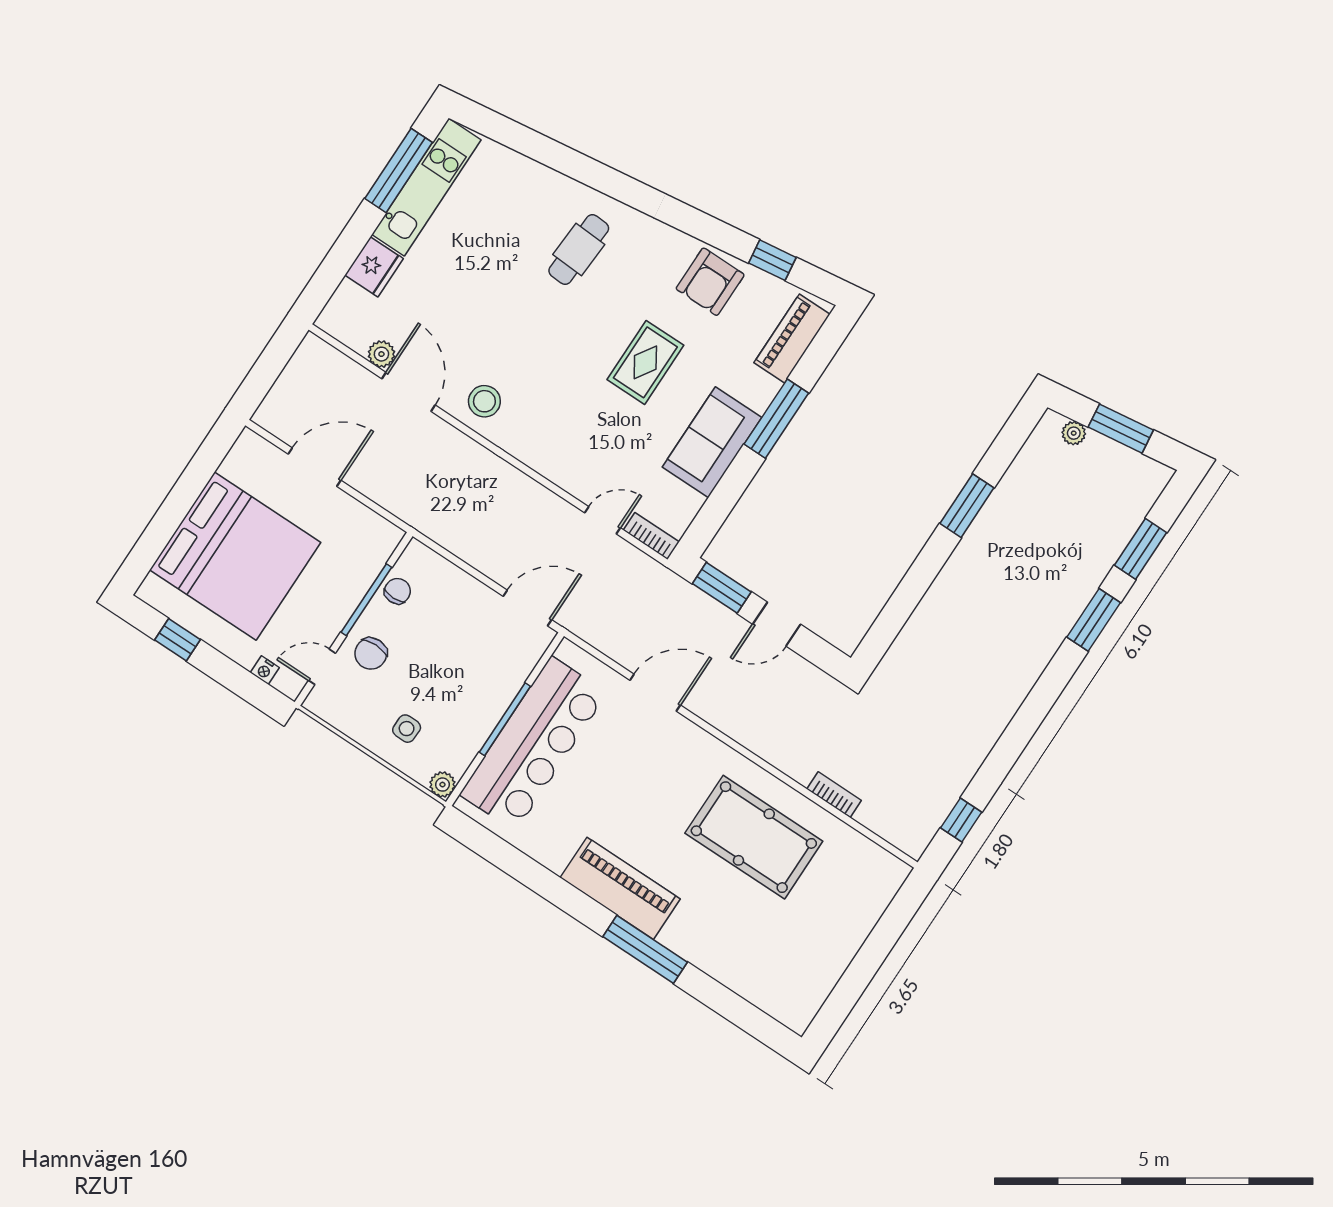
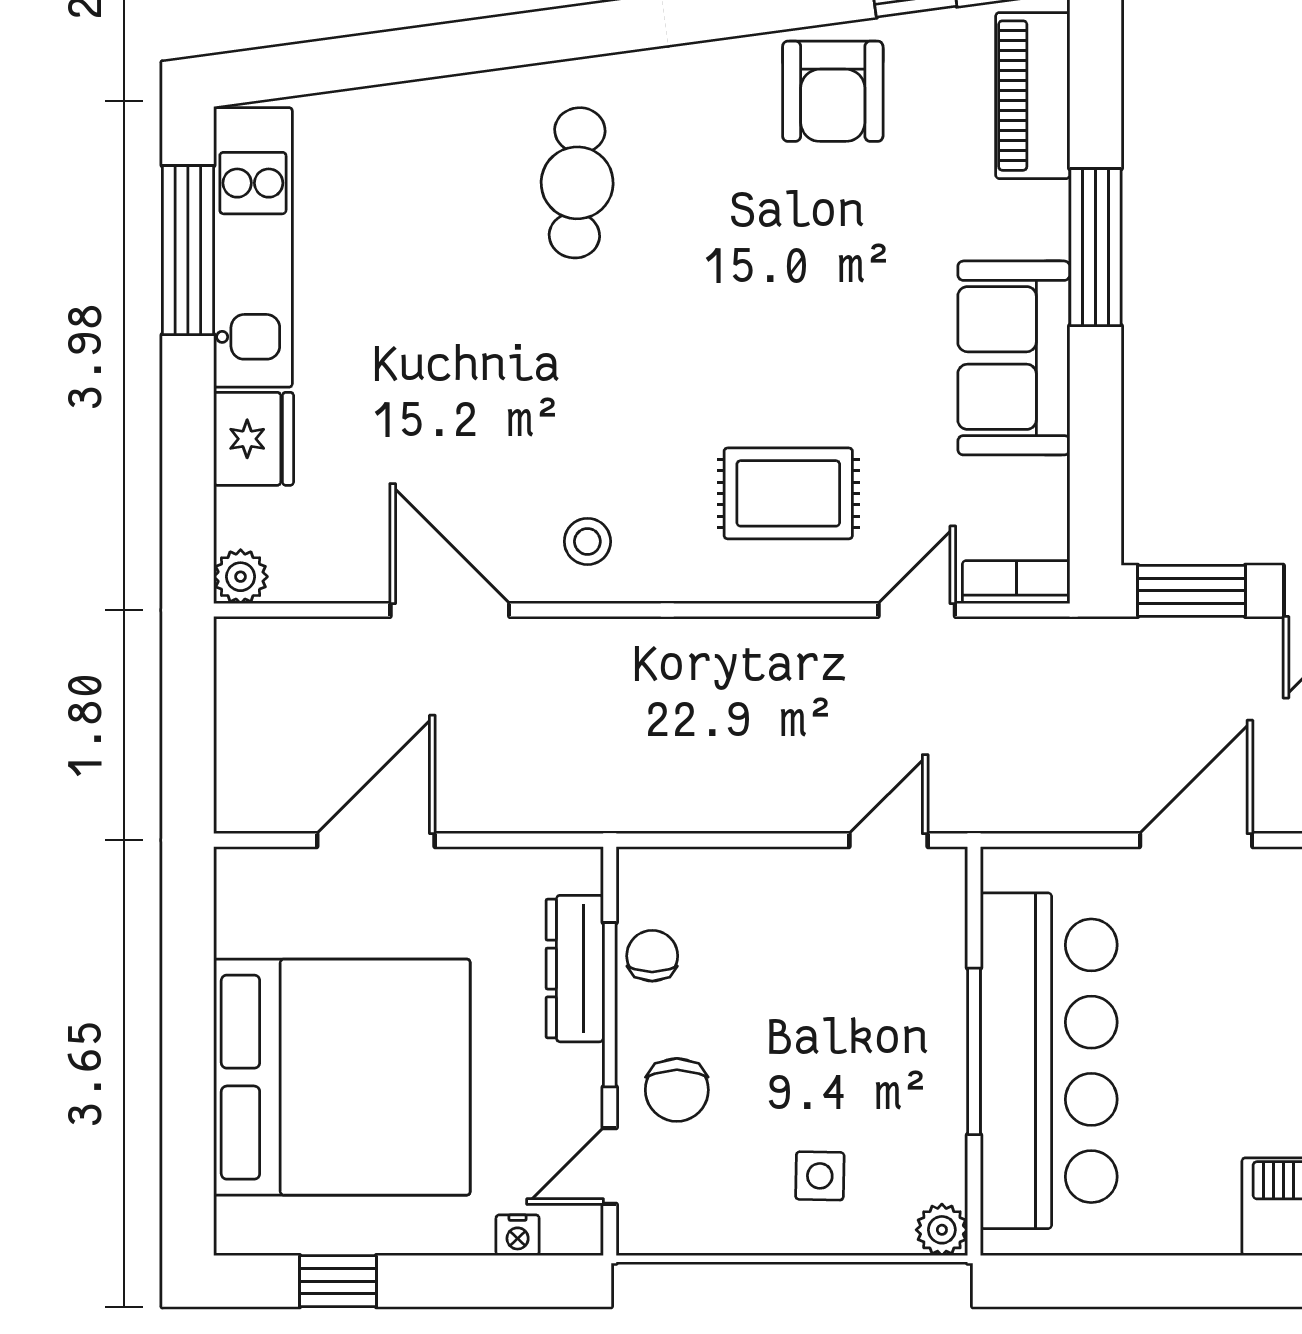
plant: (381, 354) -> (241, 577), moved
rug: (645, 362) -> (788, 493), moved, turned 90
stool: (484, 401) -> (587, 541), width x0.73, depth x0.73
dresser: (362, 575) -> (575, 969), added
door: (527, 608) -> (888, 840), width x0.73

